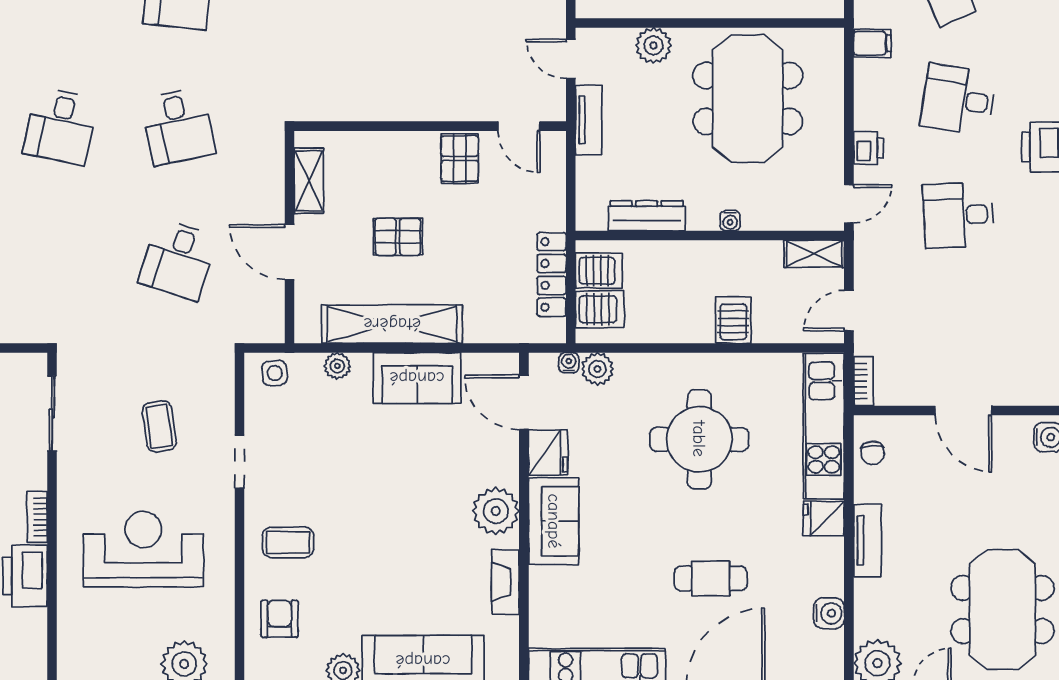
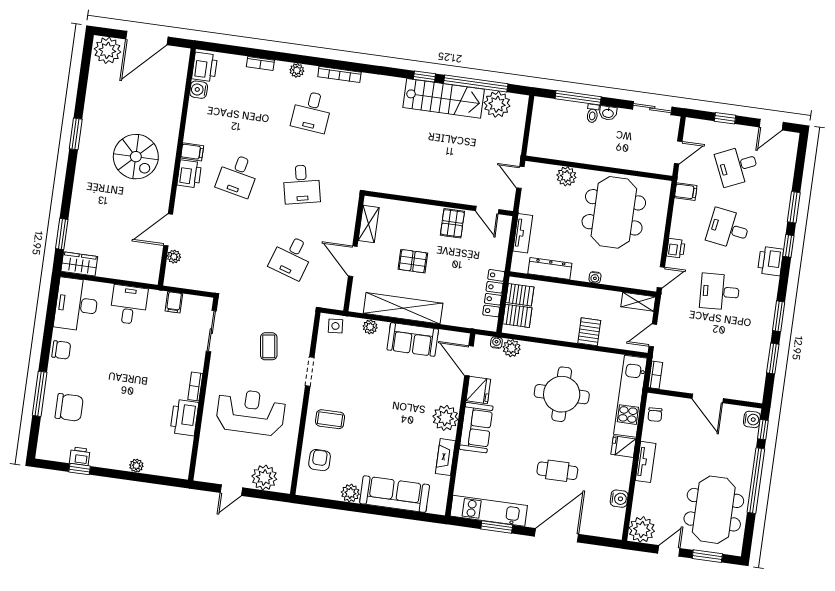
tv unit: (589, 120) -> (523, 233), moved

